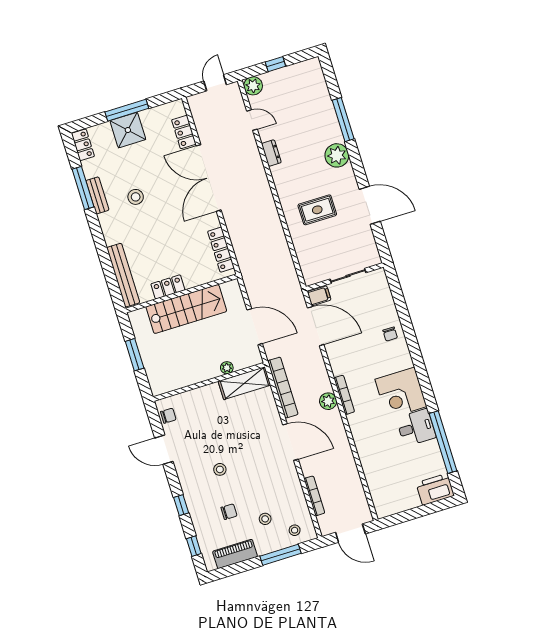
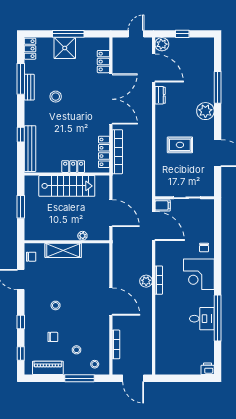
door: (252, 120) -> (154, 68), width x1.88
double door: (209, 178) -> (111, 99), swing flipped
window: (105, 261) -> (21, 135), added
locker: (168, 287) -> (73, 167), moved
shelving: (244, 383) -> (63, 250), moved
bookcase: (283, 388) -> (117, 152), moved
corner desk: (401, 393) -> (199, 274), moved
window: (443, 442) -> (218, 318), moved
printer: (435, 489) -> (208, 369), width x0.53, depth x0.68

